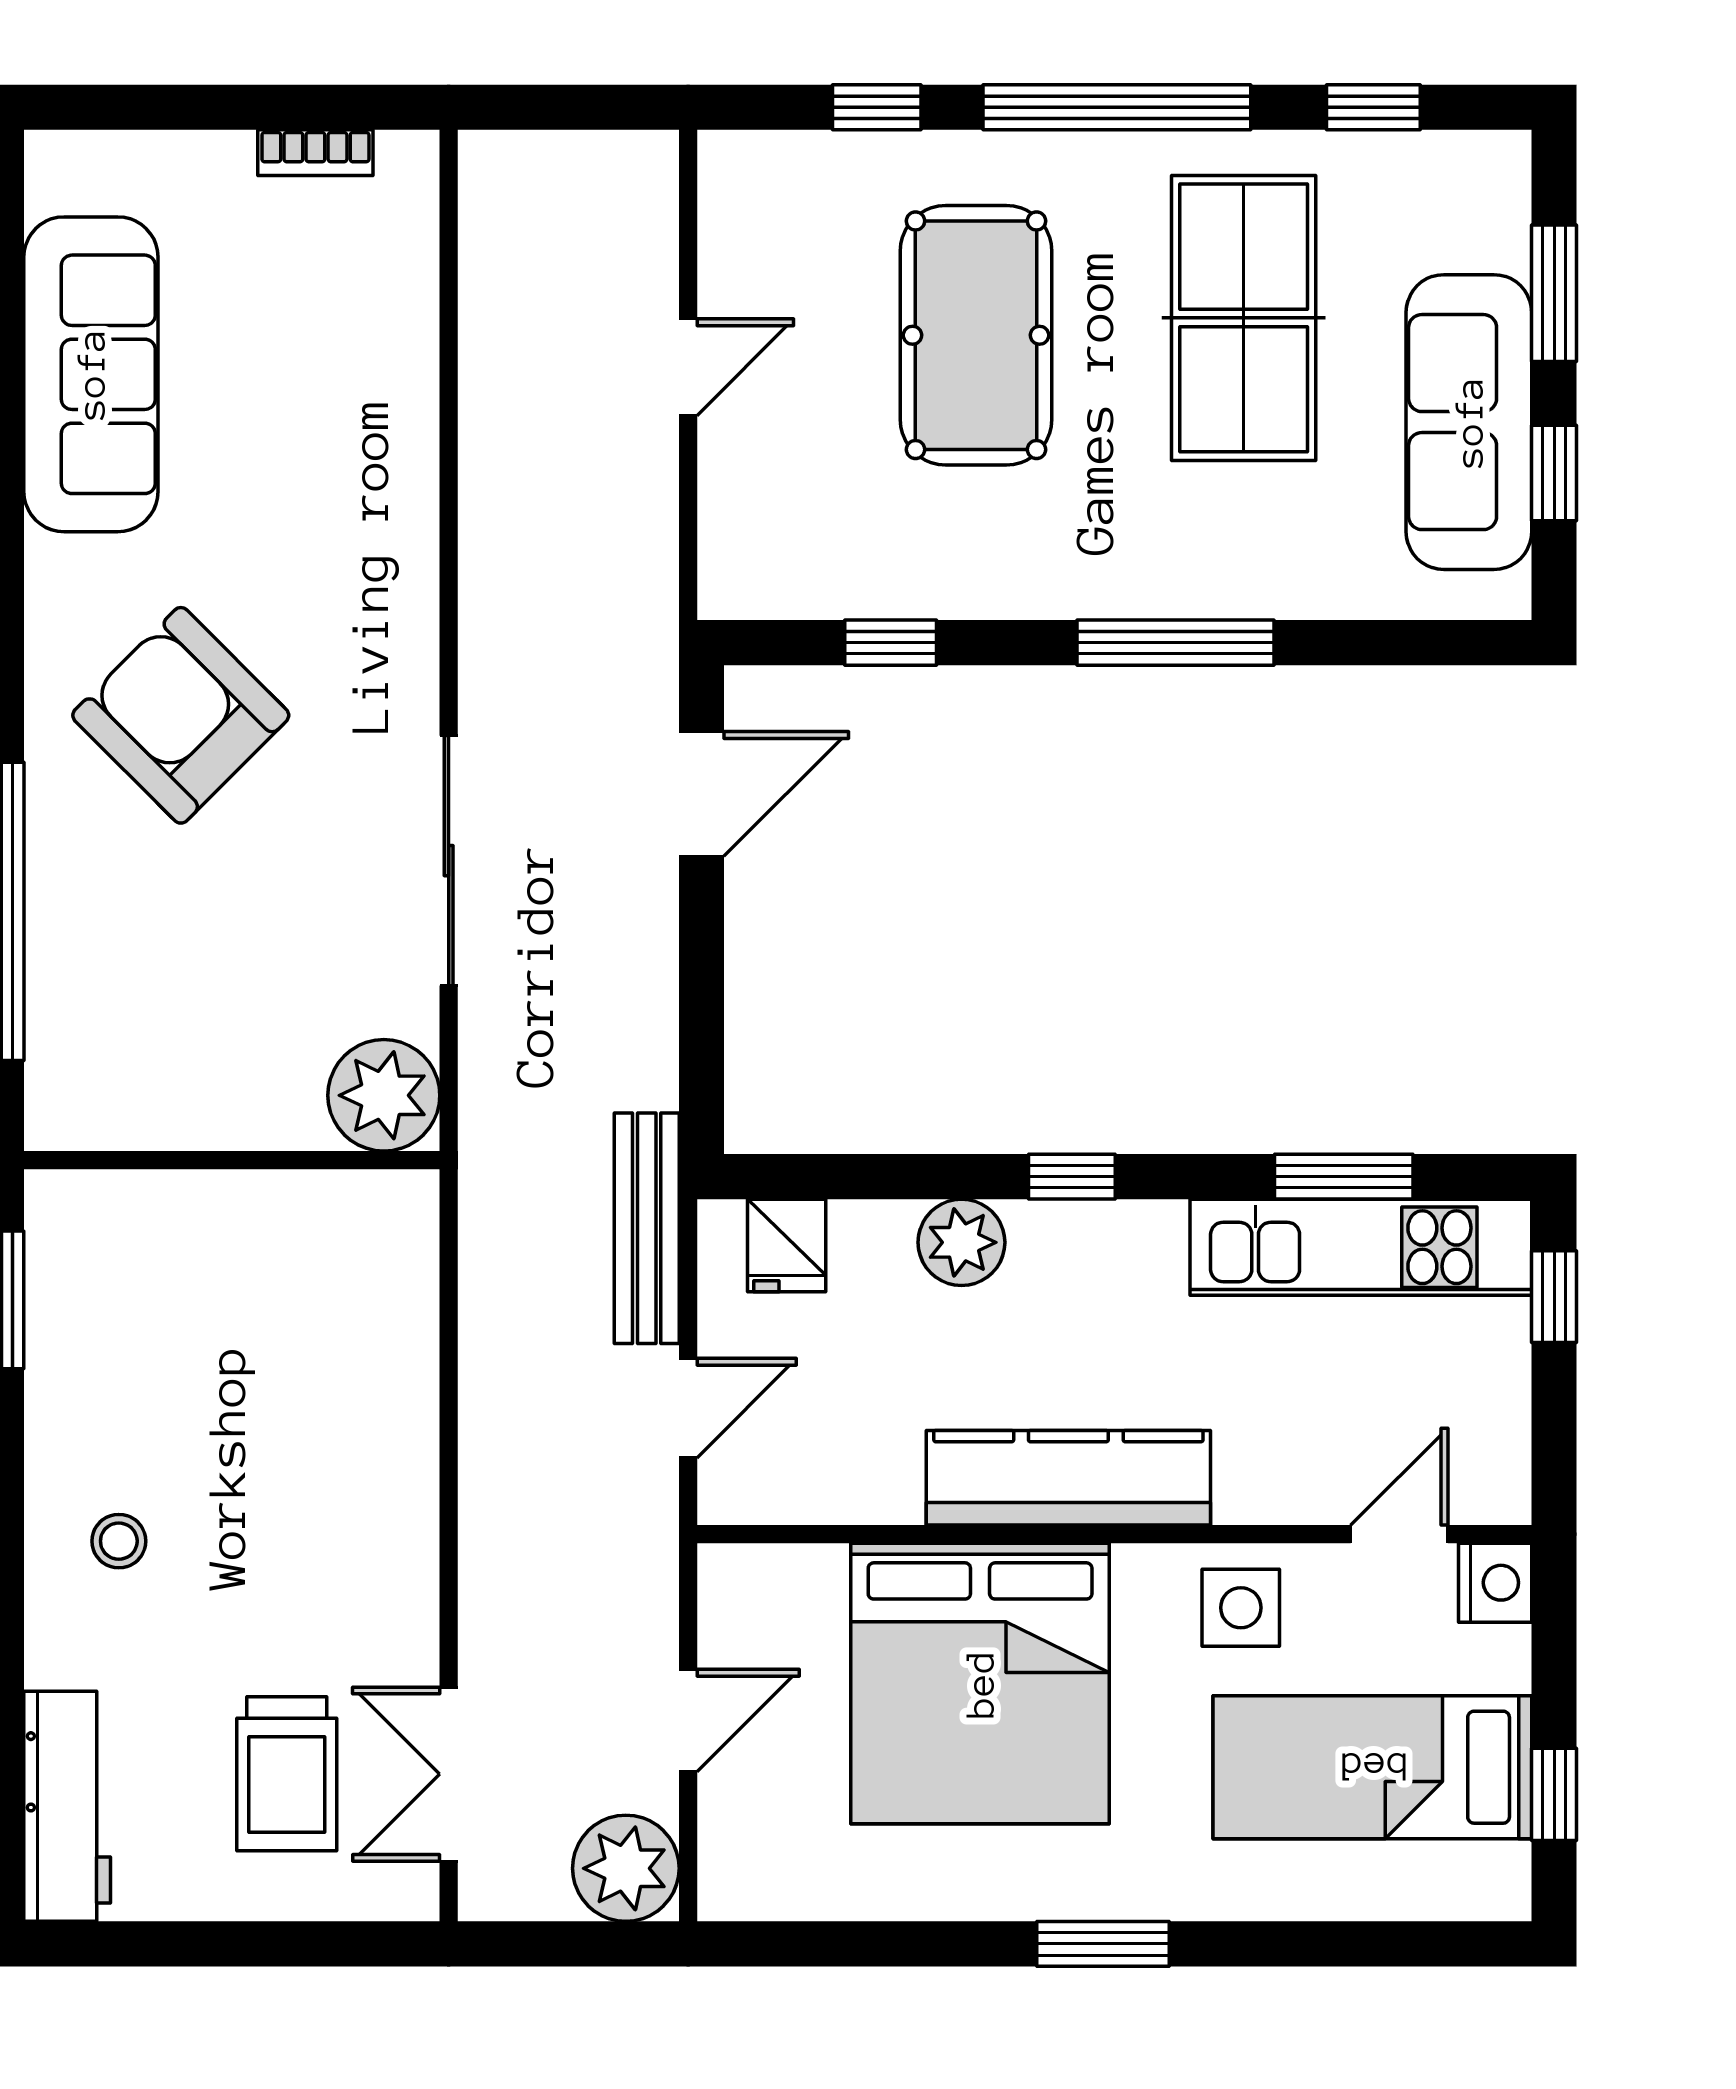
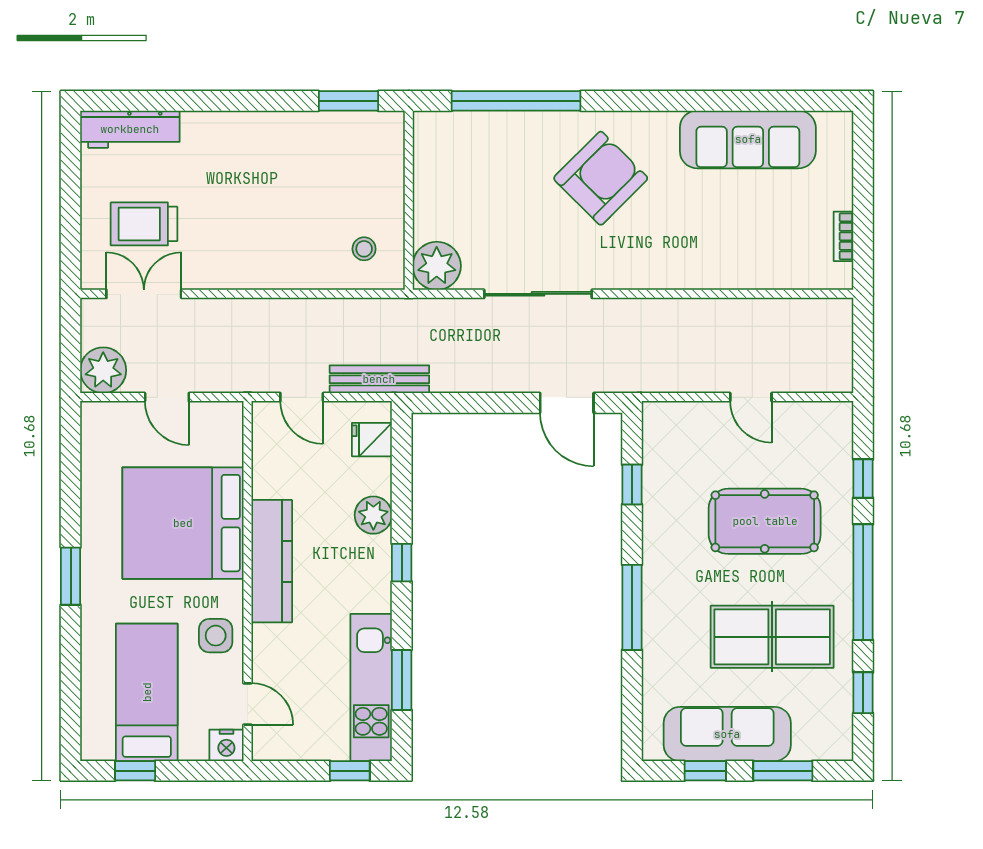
stool: (119, 1541) -> (364, 249), moved

